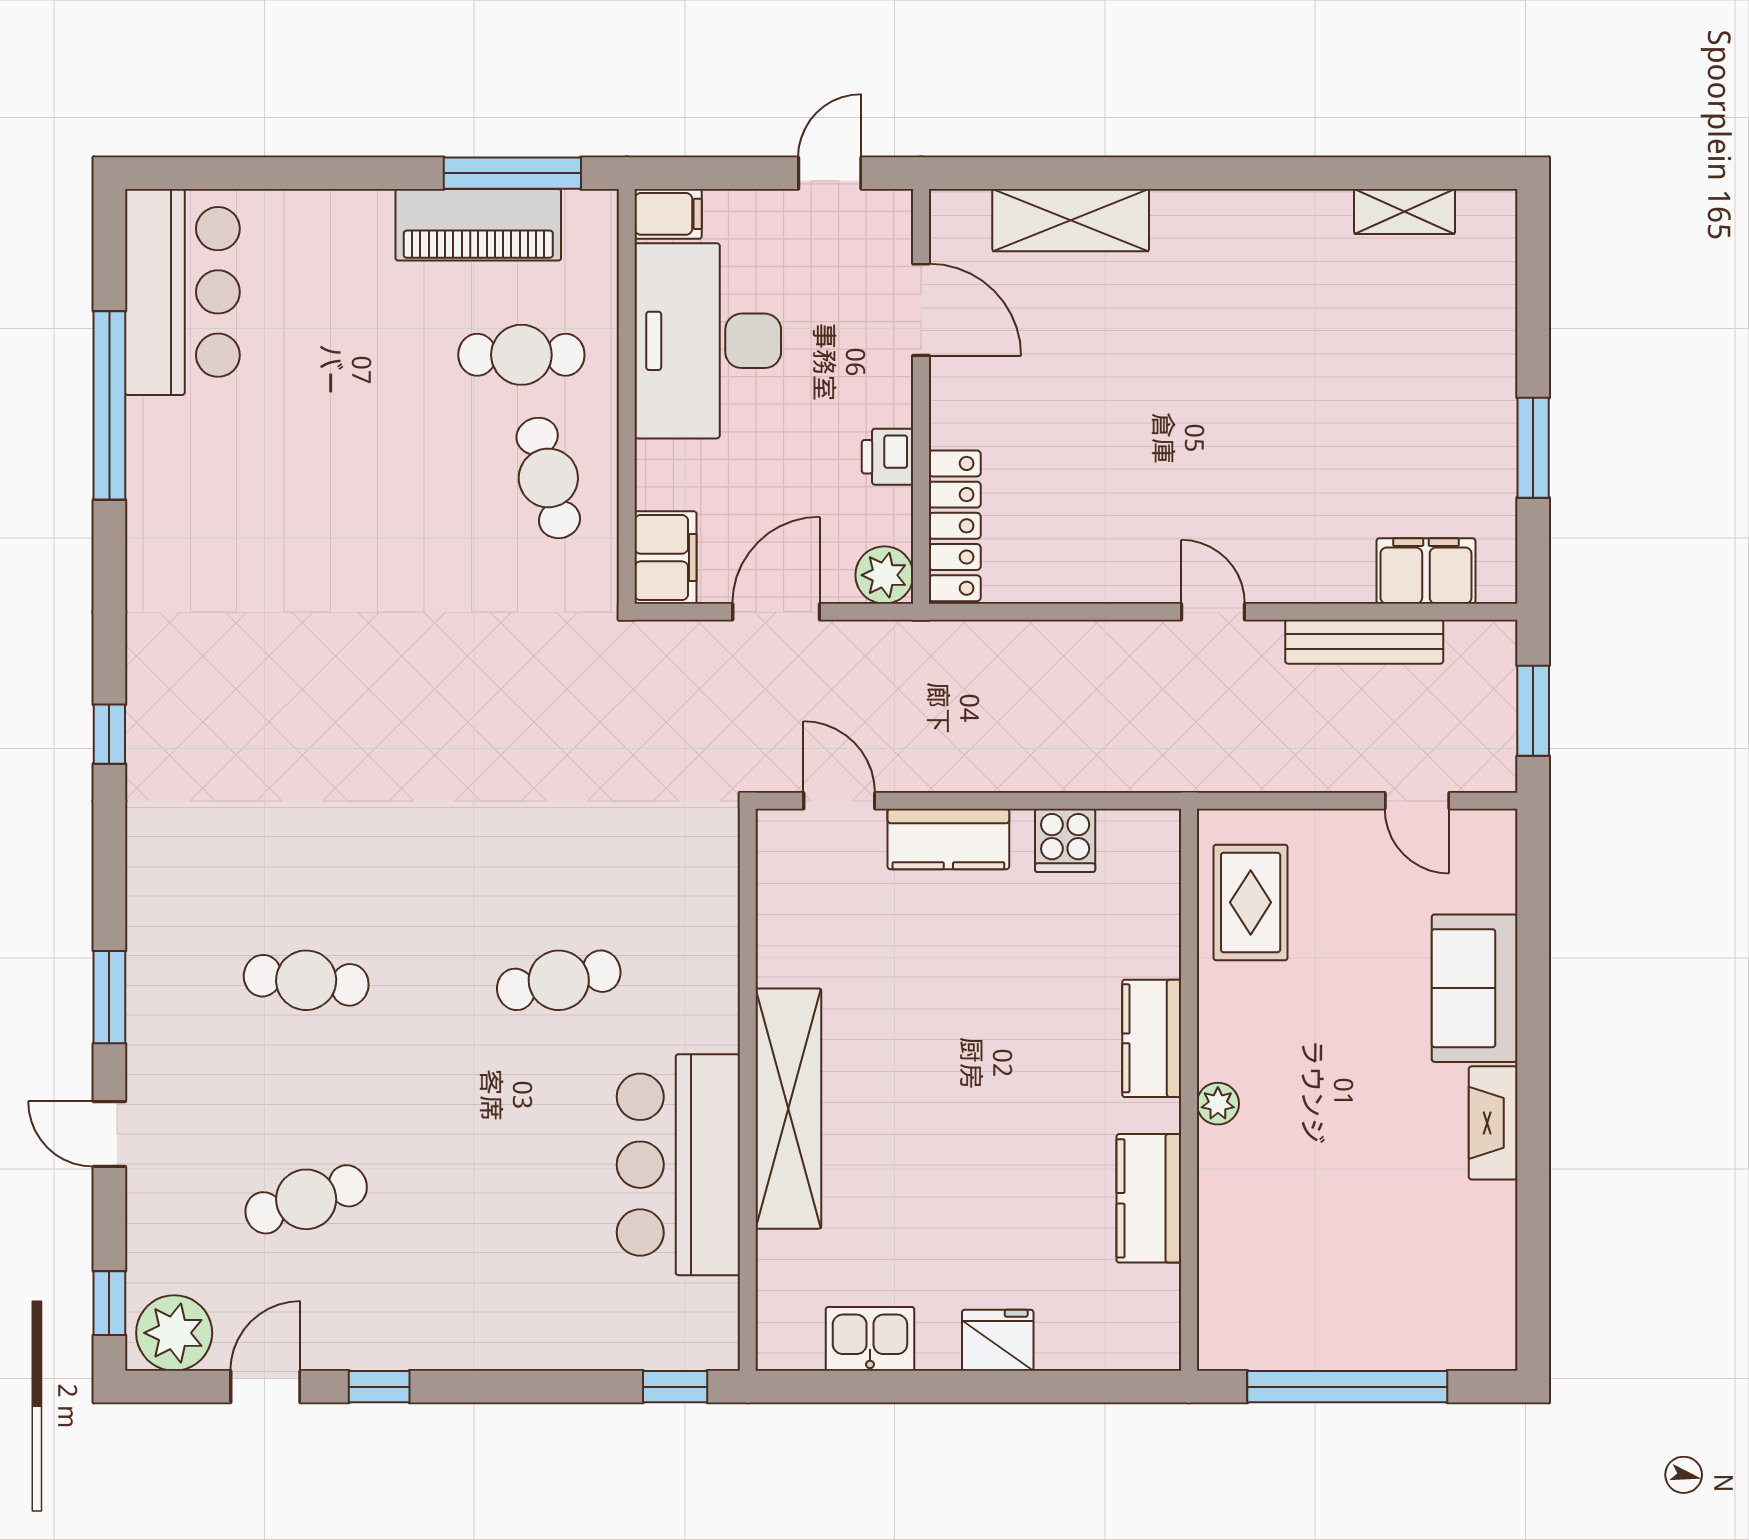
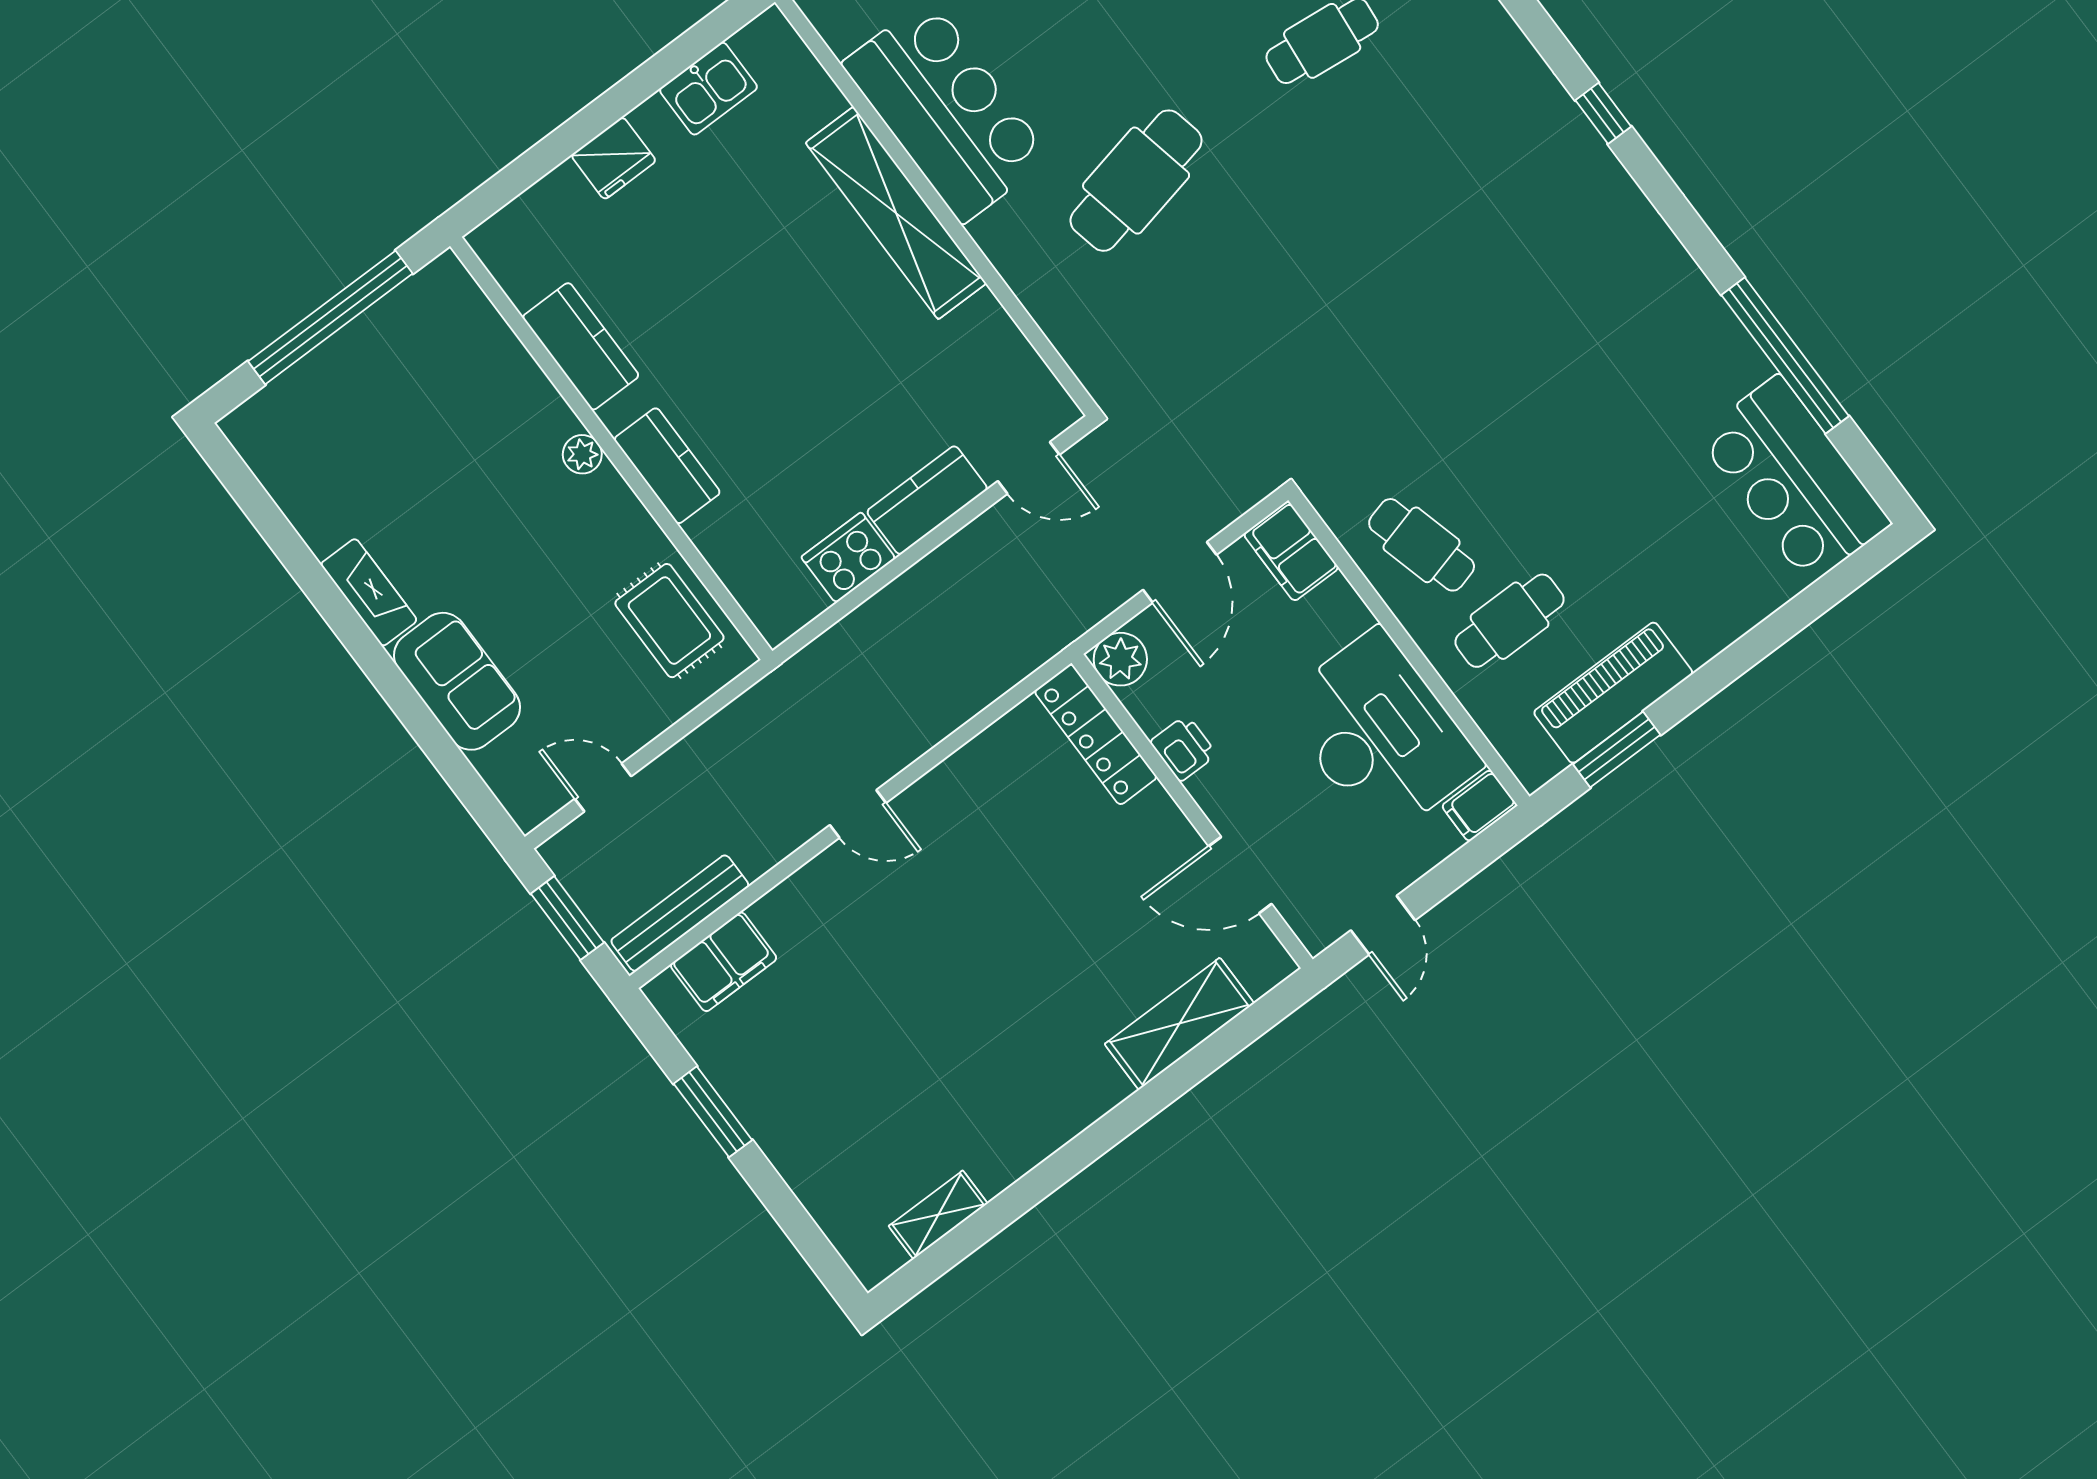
window: (512, 173) -> (1617, 750), width x0.69
bench: (1364, 642) -> (680, 913), moved
cooker: (1065, 840) -> (848, 558), width x1.36
cafe table: (559, 980) -> (1136, 181), width x1.37, depth x1.35

